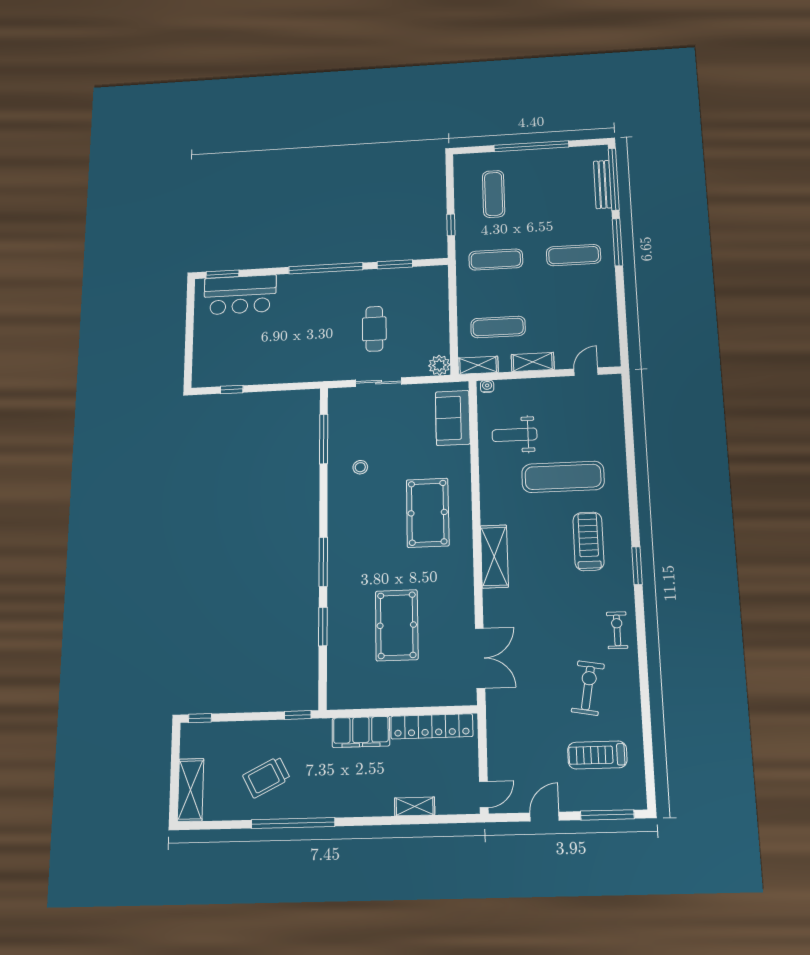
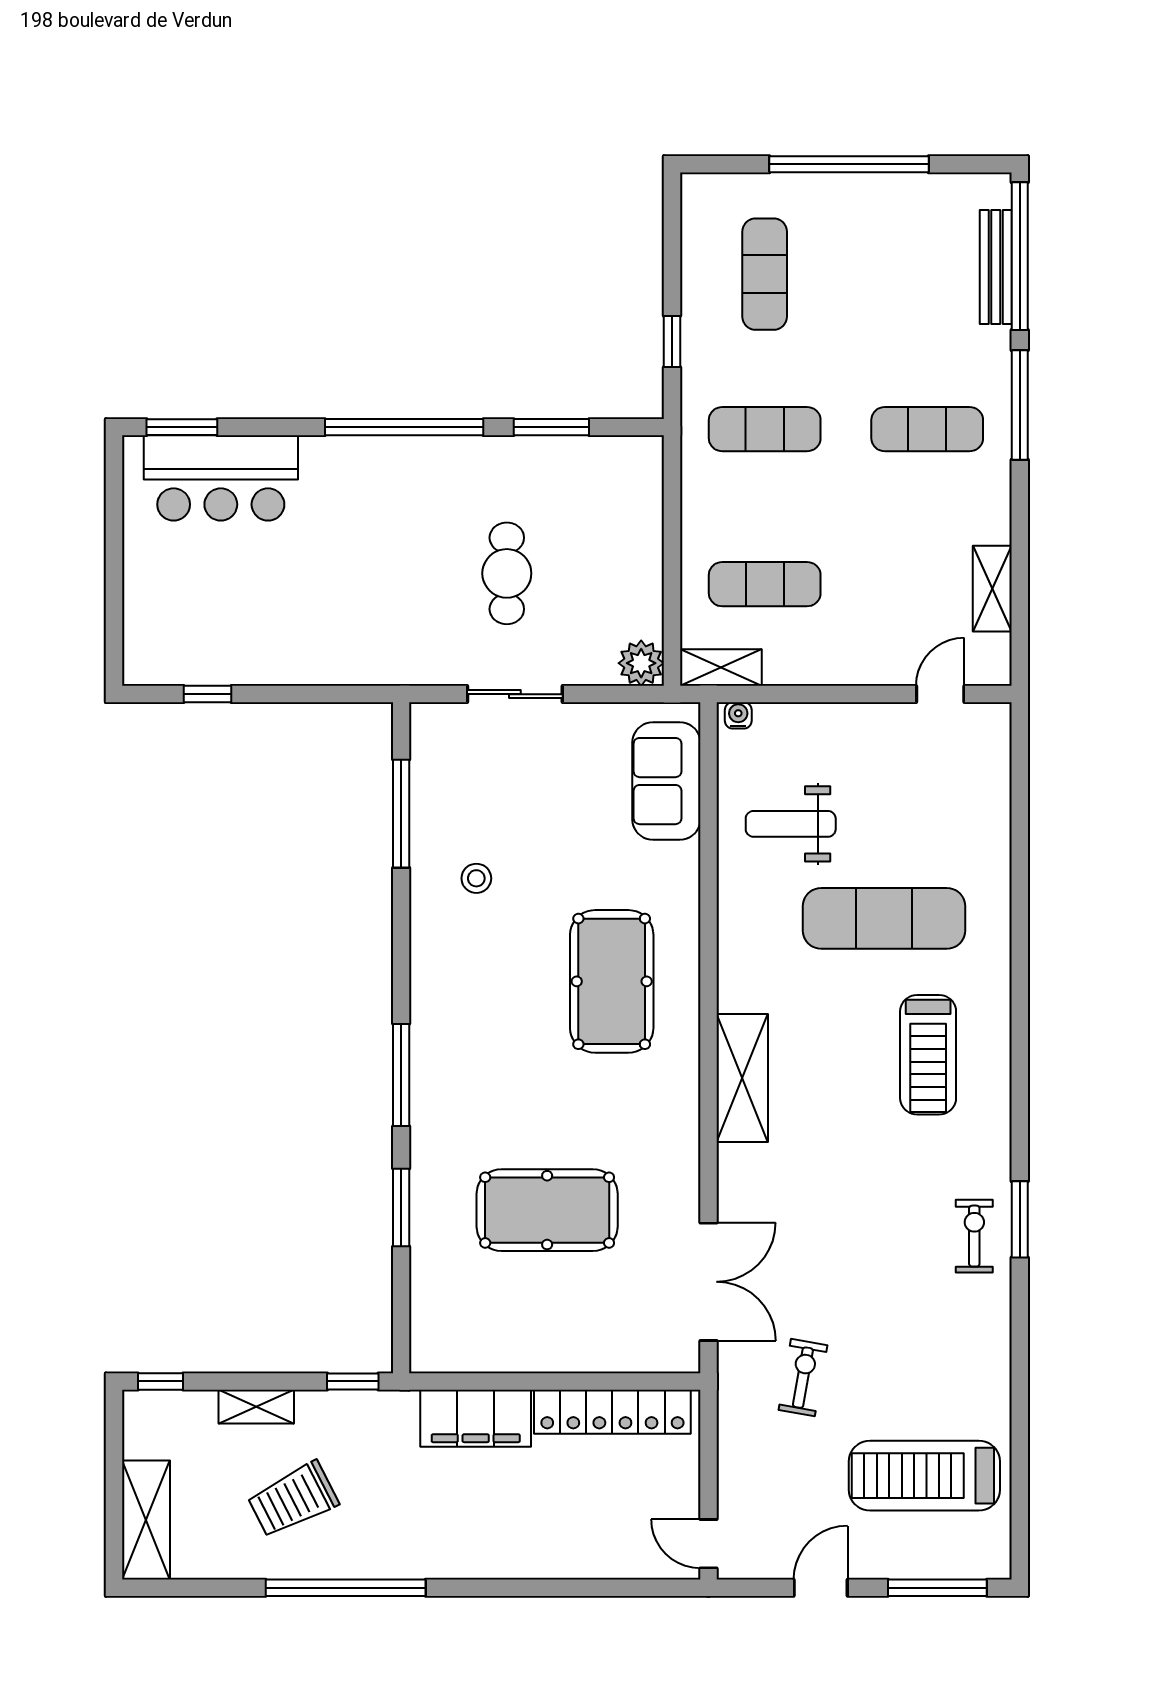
shelving: (533, 362) -> (992, 589), moved, turned 90
treadmill: (588, 541) -> (928, 1055), turned 180
window: (637, 566) -> (1020, 1219), moved
pool table: (397, 625) -> (547, 1210), turned 90
exercise bike: (588, 688) -> (803, 1378), moved, width x0.73, depth x0.72
treadmill: (597, 755) -> (924, 1476), width x1.37, depth x1.38
door: (484, 794) -> (708, 1544), swing flipped
shelving: (415, 806) -> (256, 1407), moved

